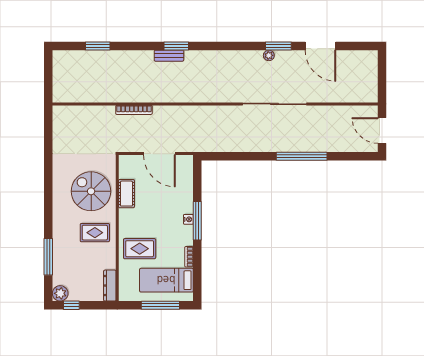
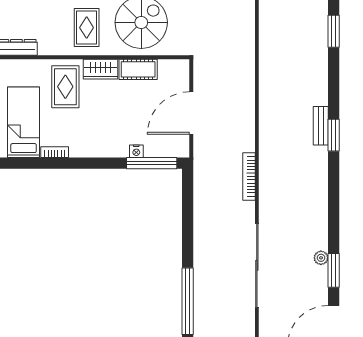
bookcase: (134, 110) -> (249, 176), moved
nightstand: (188, 219) -> (136, 151), moved
window: (197, 221) -> (152, 163), moved
wardrobe: (126, 222) -> (101, 69), added

